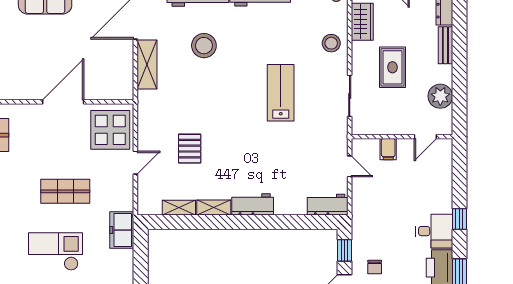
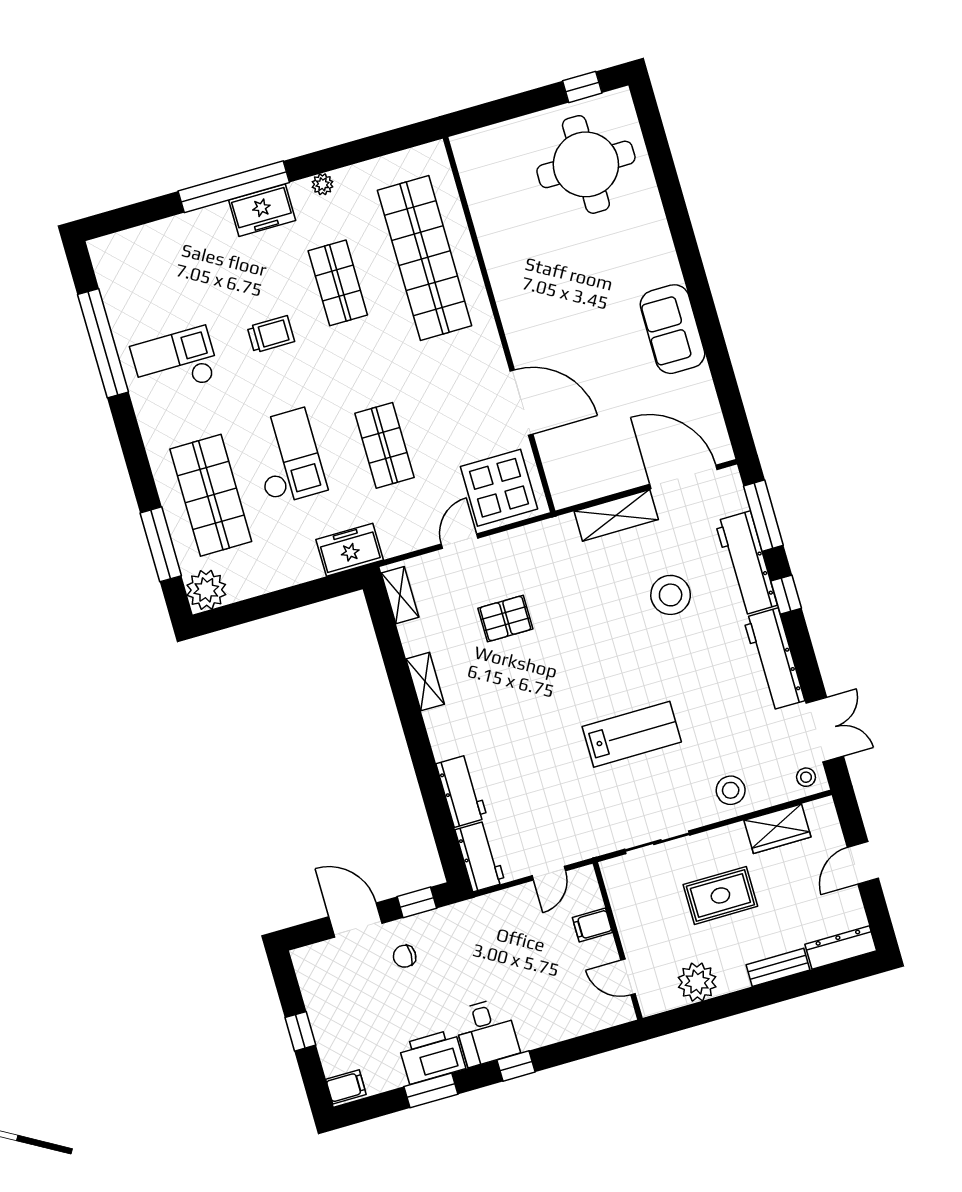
door: (135, 163) -> (460, 541), swing flipped
workbench: (253, 204) -> (462, 791), moved
shelving: (179, 208) -> (400, 595), moved

